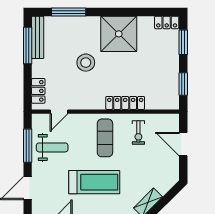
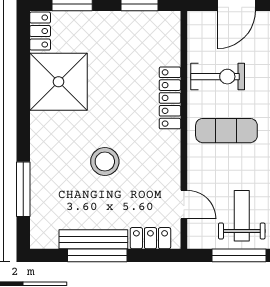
shower: (119, 34) -> (58, 82), moved
bench: (38, 37) -> (93, 239), moved
window: (28, 46) -> (97, 255), moved
exercise bike: (138, 133) -> (218, 77), width x1.38, depth x1.39

